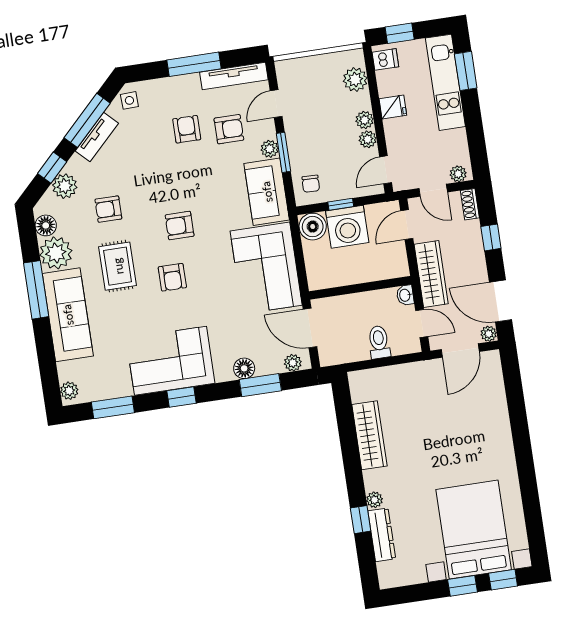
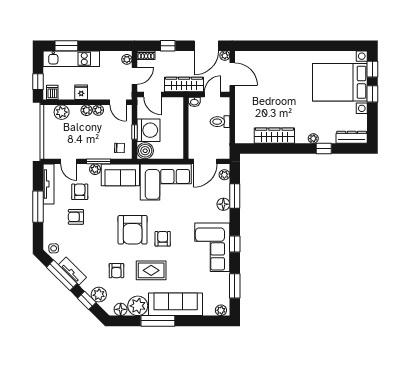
armchair: (180, 226) -> (133, 230), width x1.88, depth x1.88
armchair: (172, 277) -> (163, 239), turned -90
dresser: (382, 535) -> (352, 137), moved

